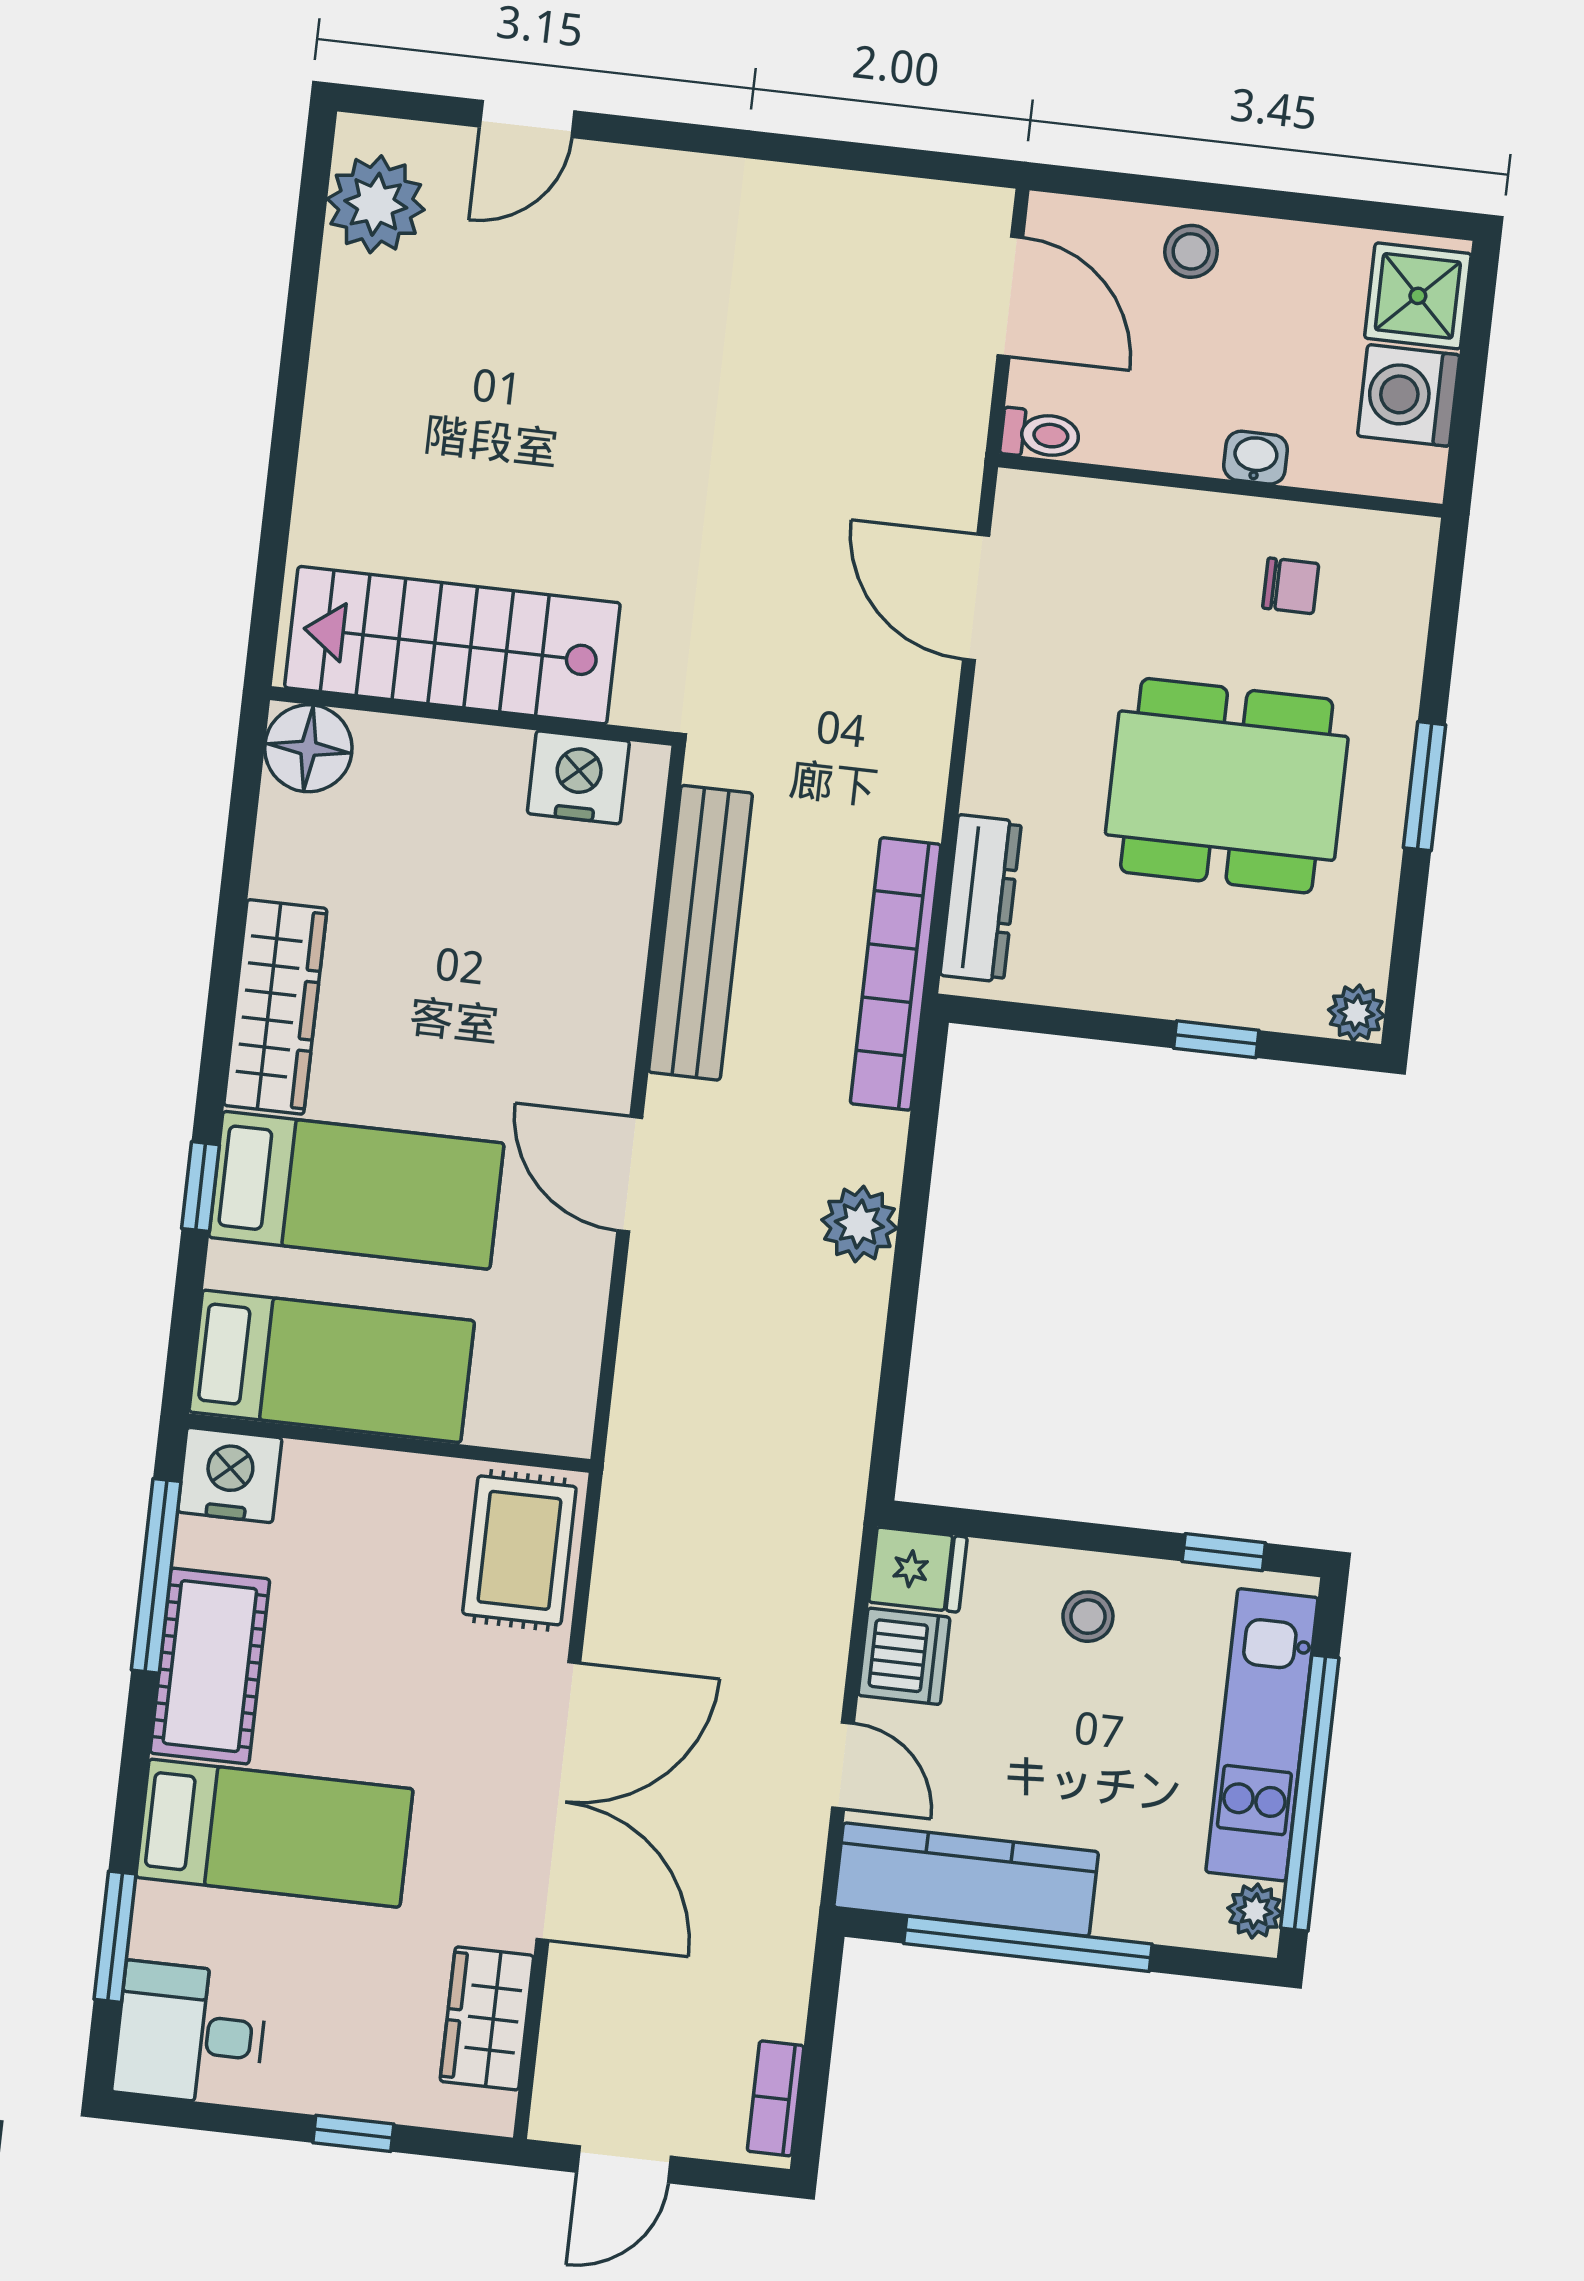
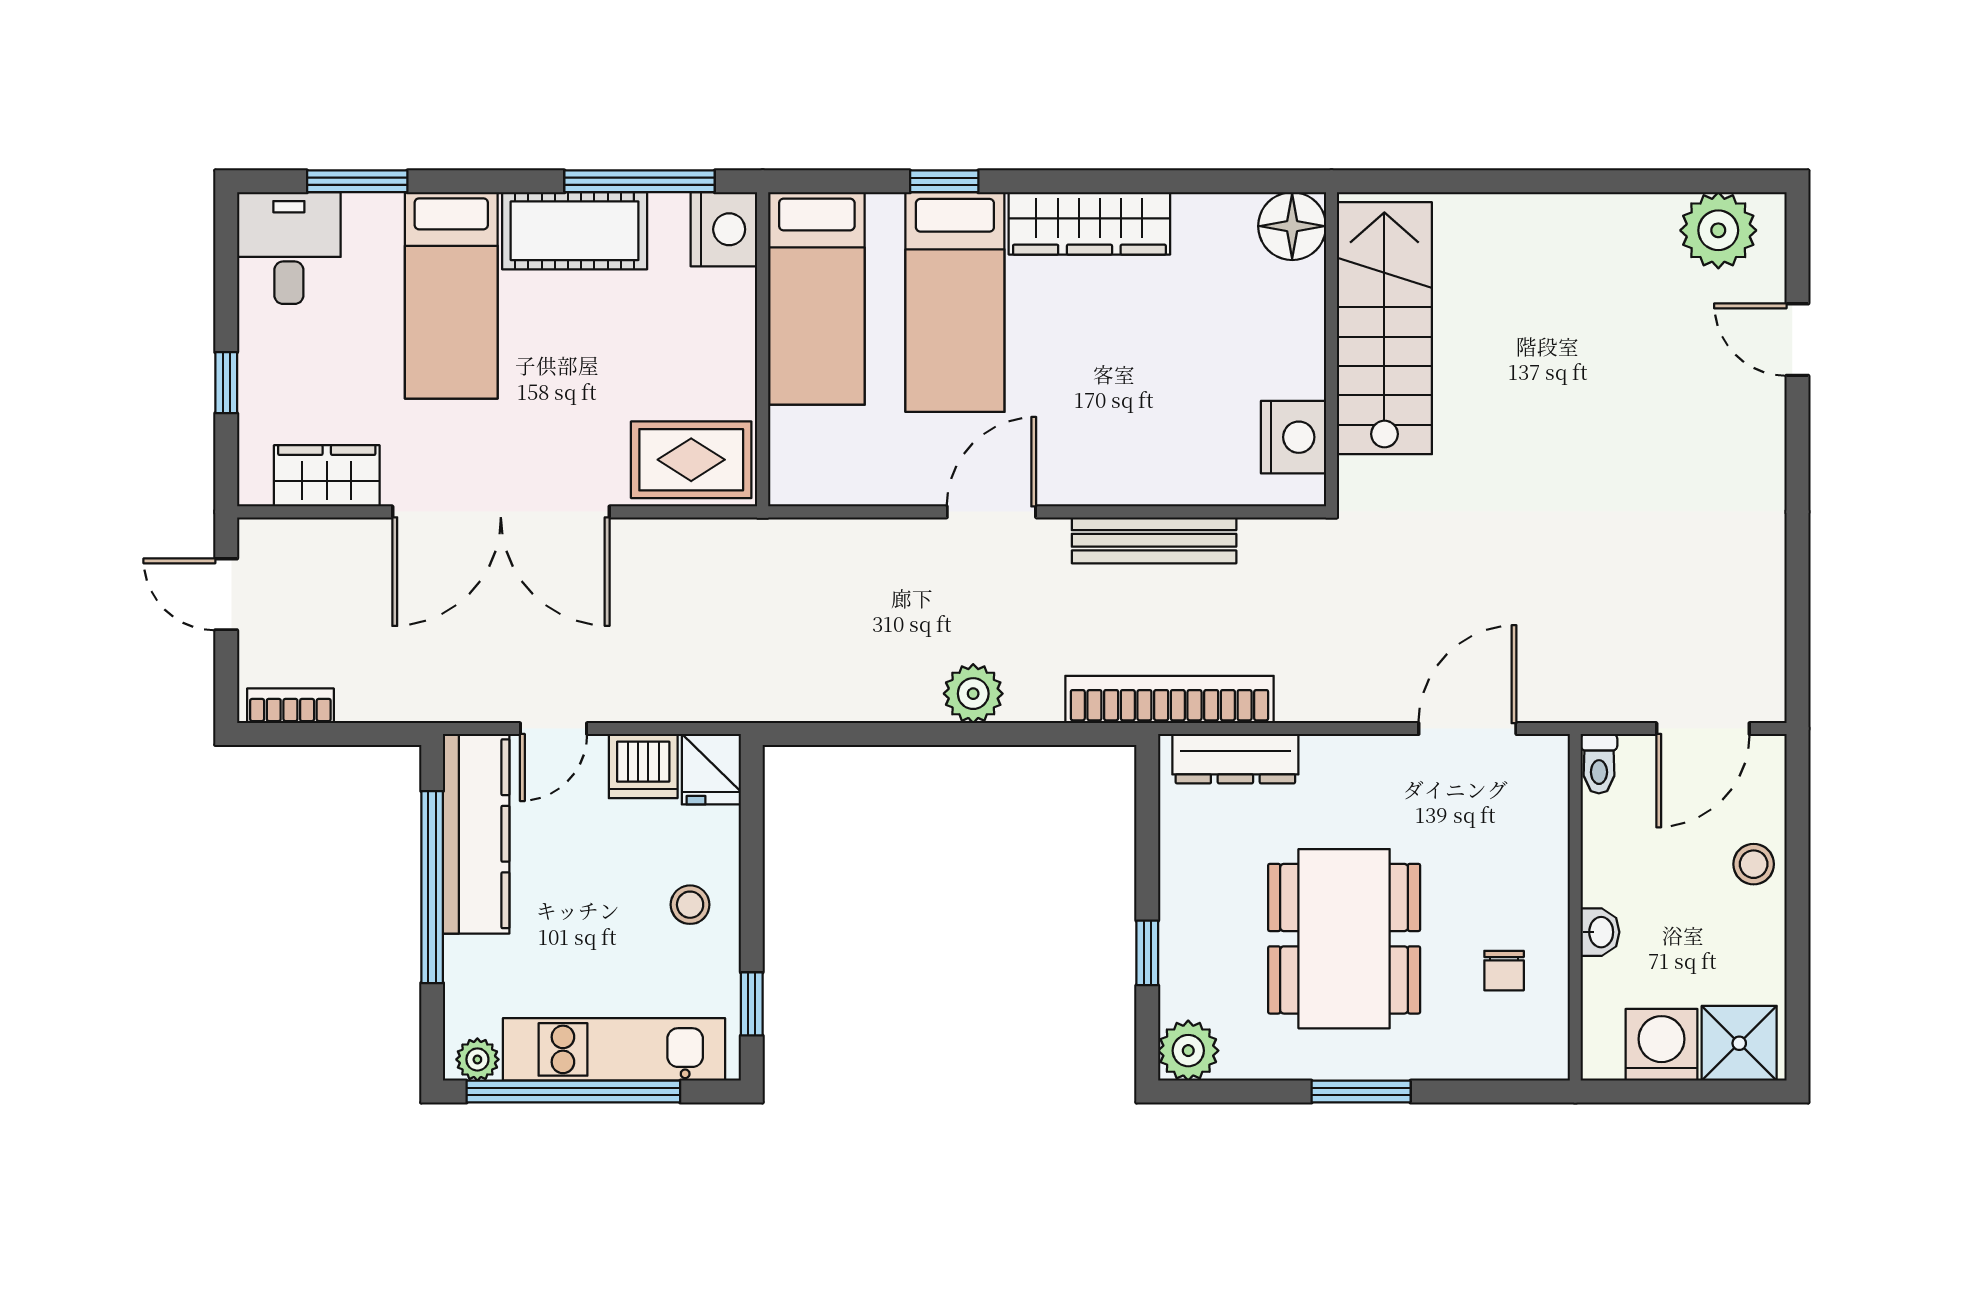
bench: (701, 933) -> (1154, 540), width x0.73, depth x0.82
plant: (1356, 1013) -> (1188, 1051), width x1.38, depth x1.38

